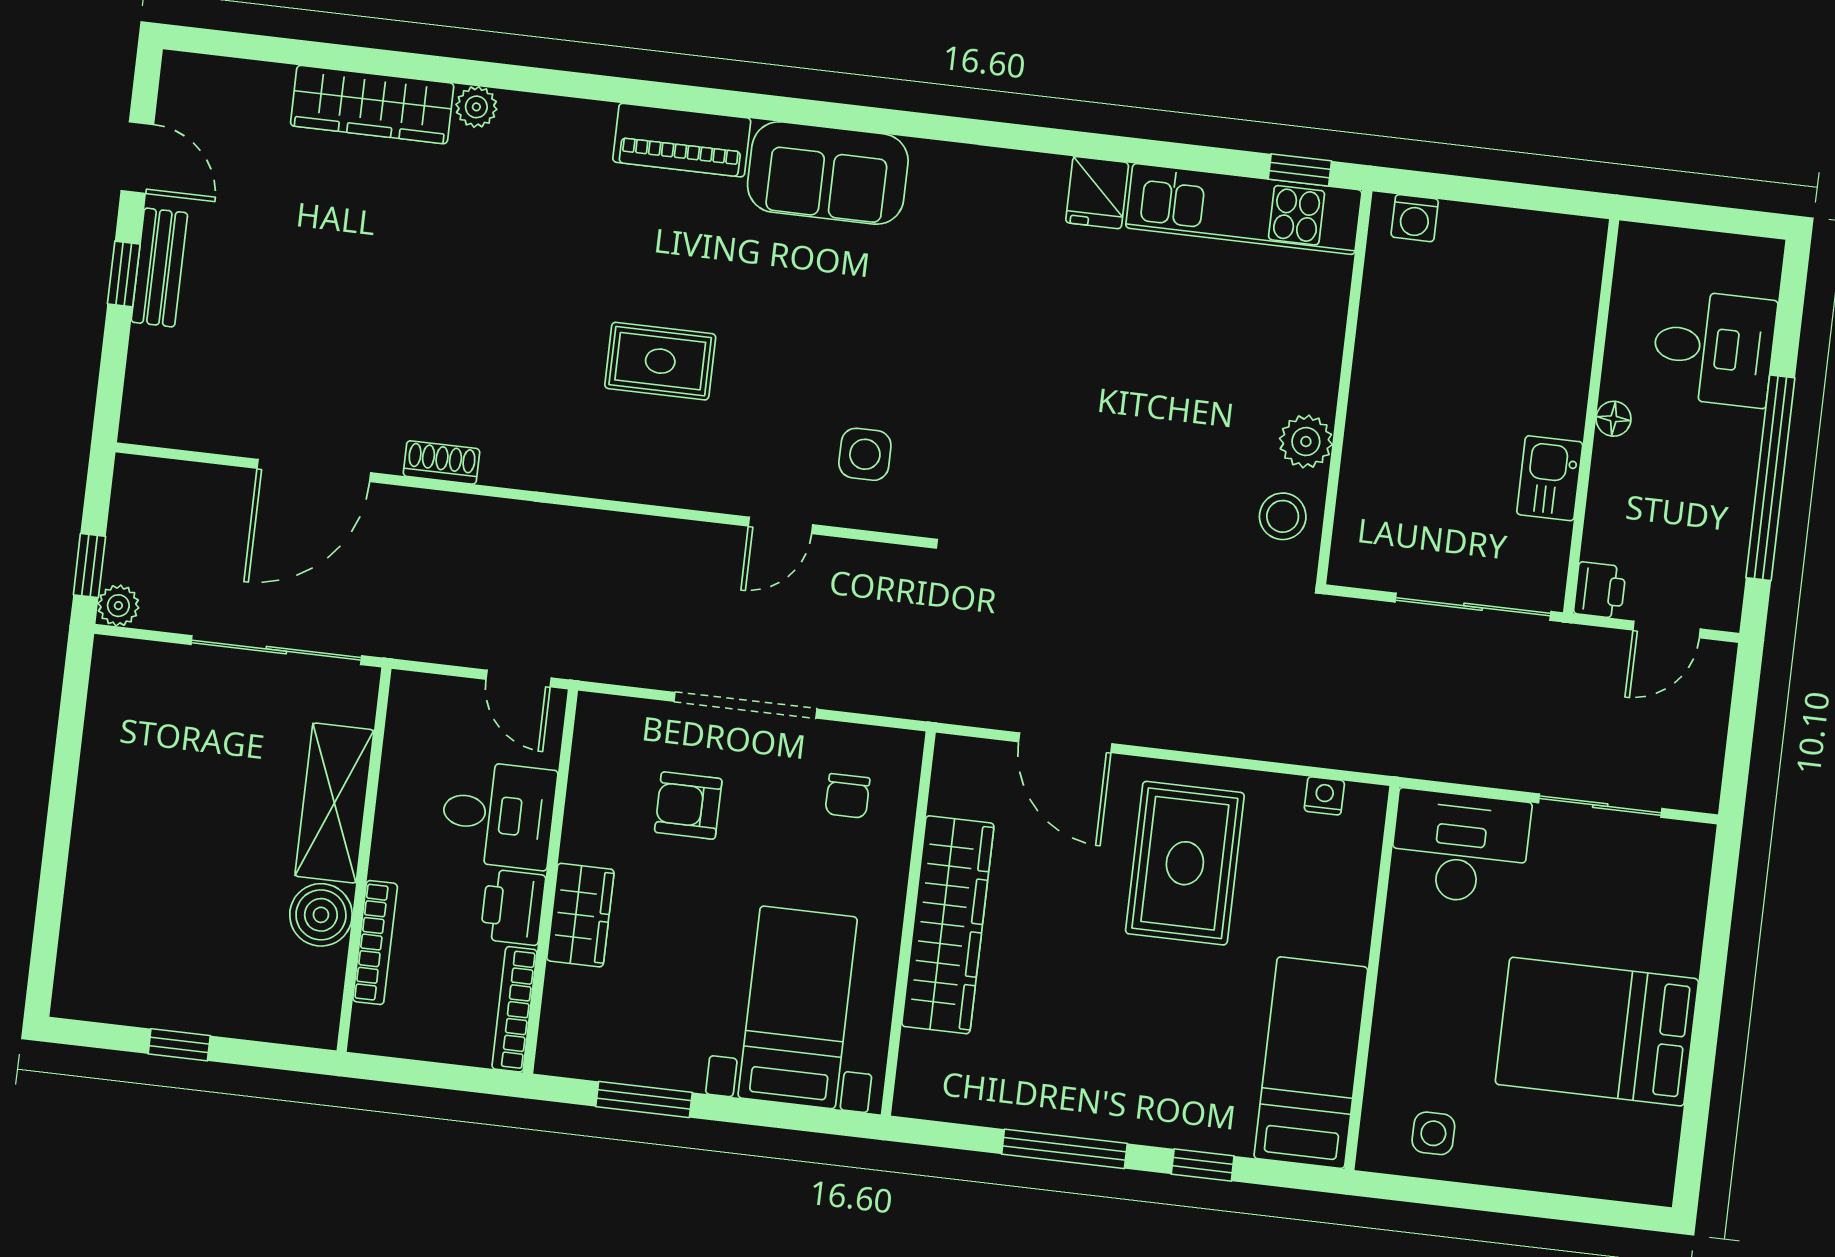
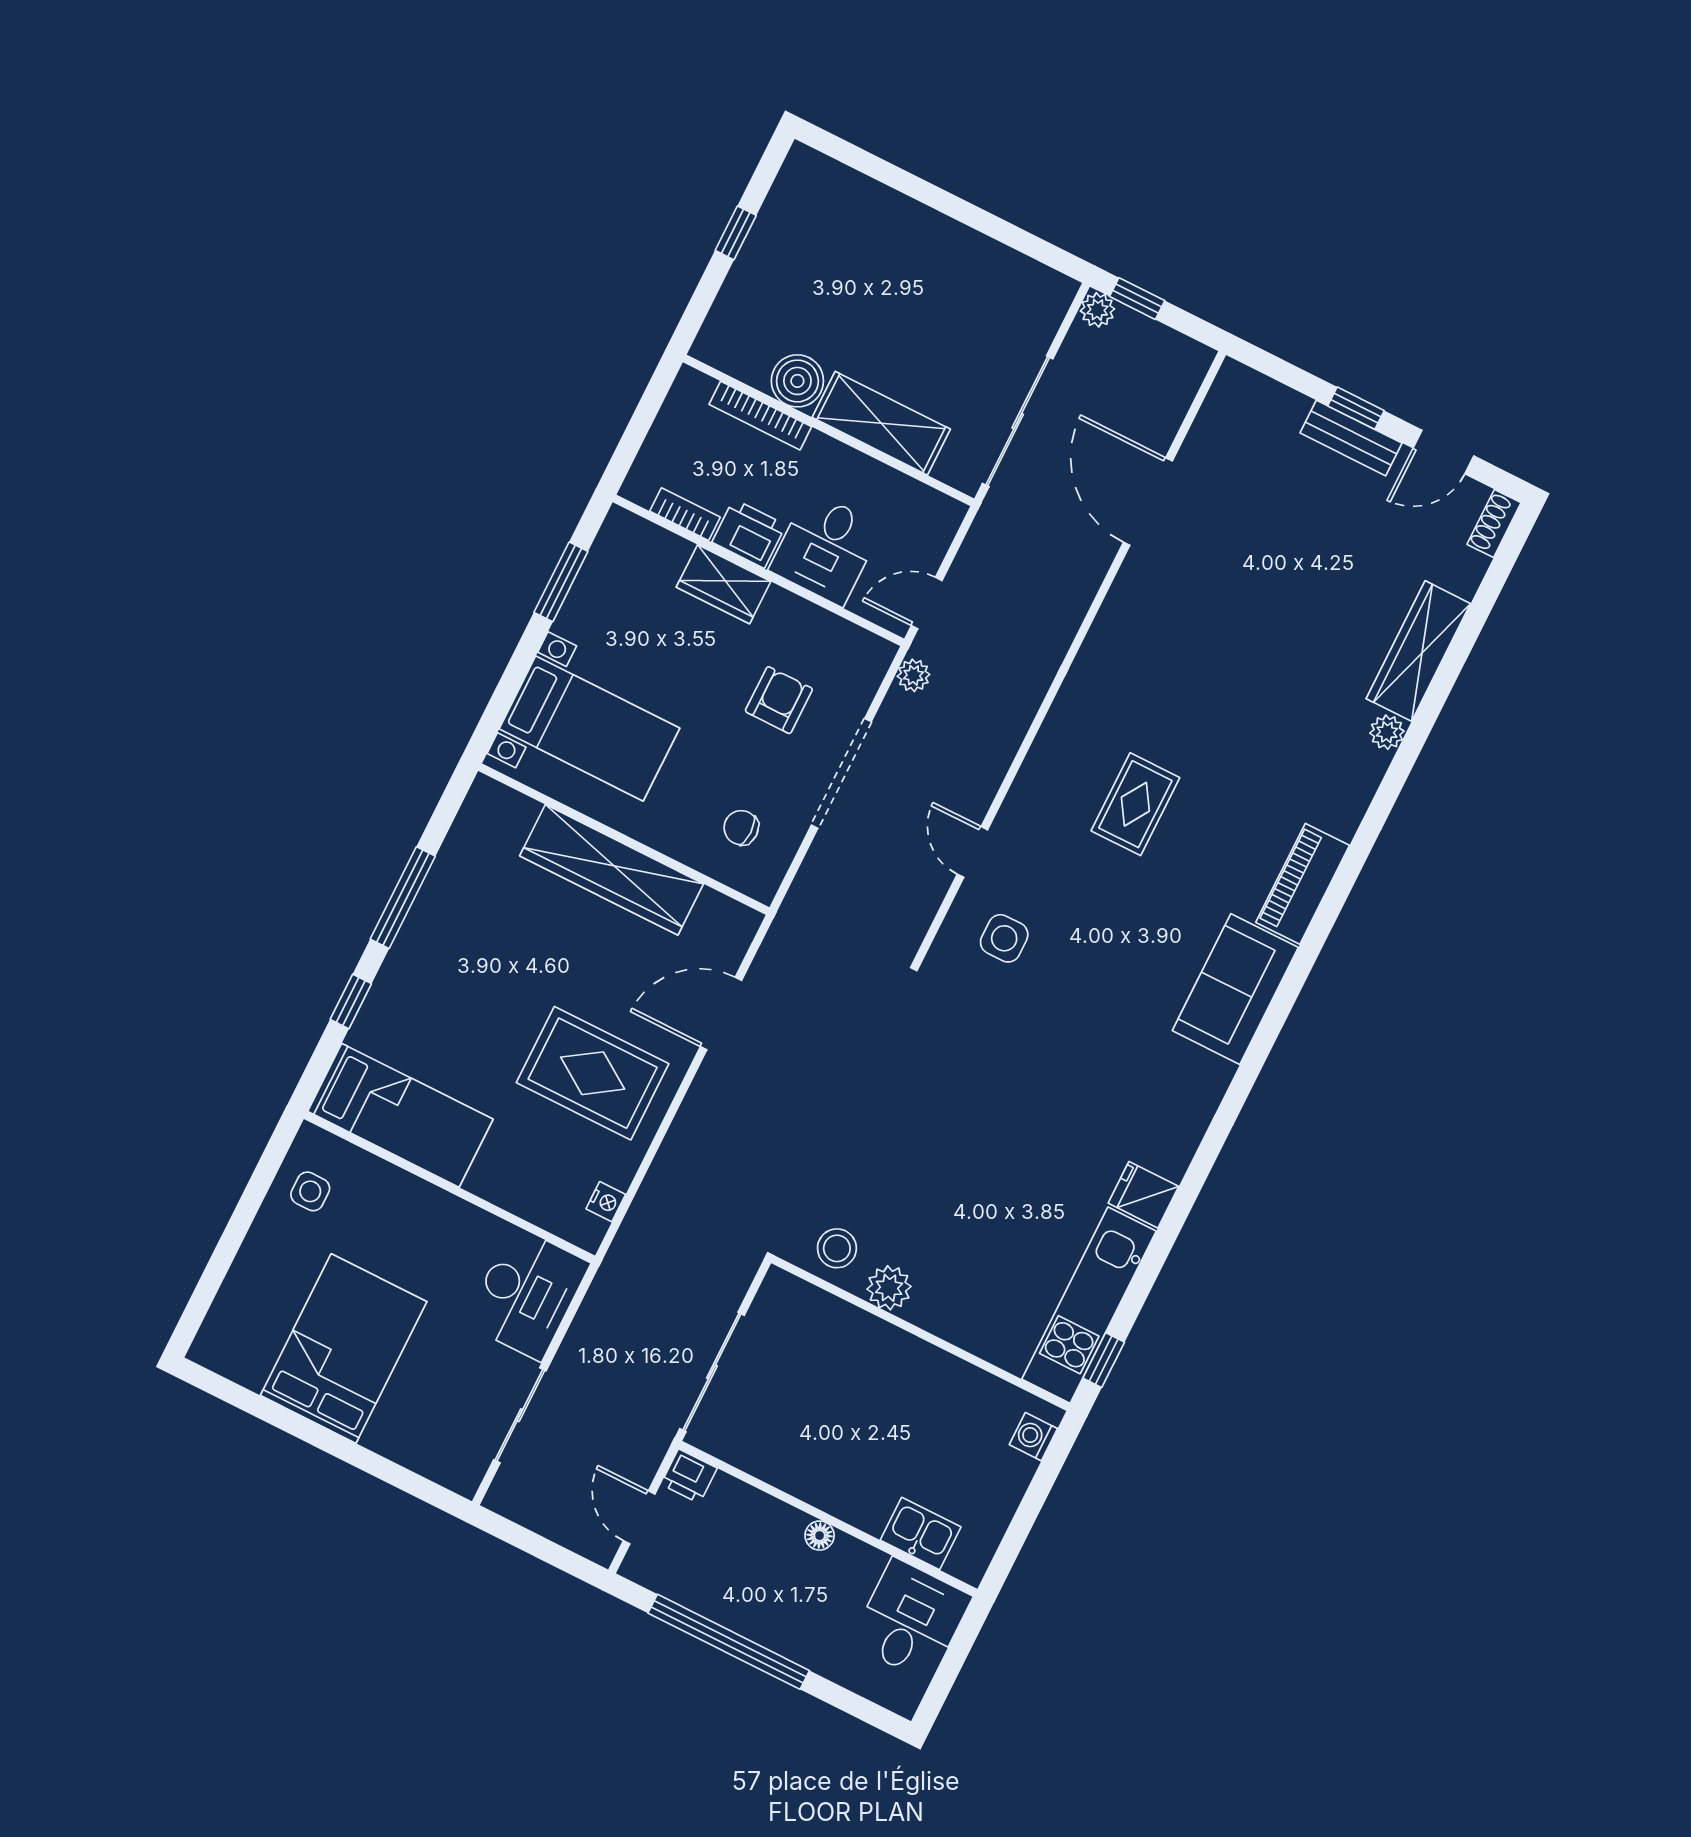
desk: (1714, 348) -> (911, 1620), moved, turned 180
shoe rack: (441, 462) -> (1494, 524), moved, turned 180
kitchen sink: (1550, 478) -> (921, 1534), moved
plant: (606, 664) -> (913, 675), added
bookcase: (514, 1009) -> (685, 514), width x0.64

